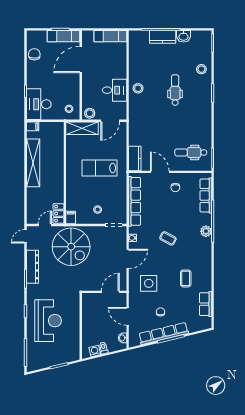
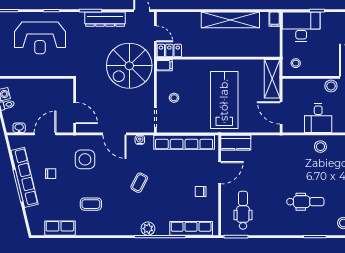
dental chair: (175, 90) -> (305, 202), moved
stool: (90, 113) -> (331, 86), moved
lab bench: (100, 168) -> (224, 100), width x1.36, depth x1.39

